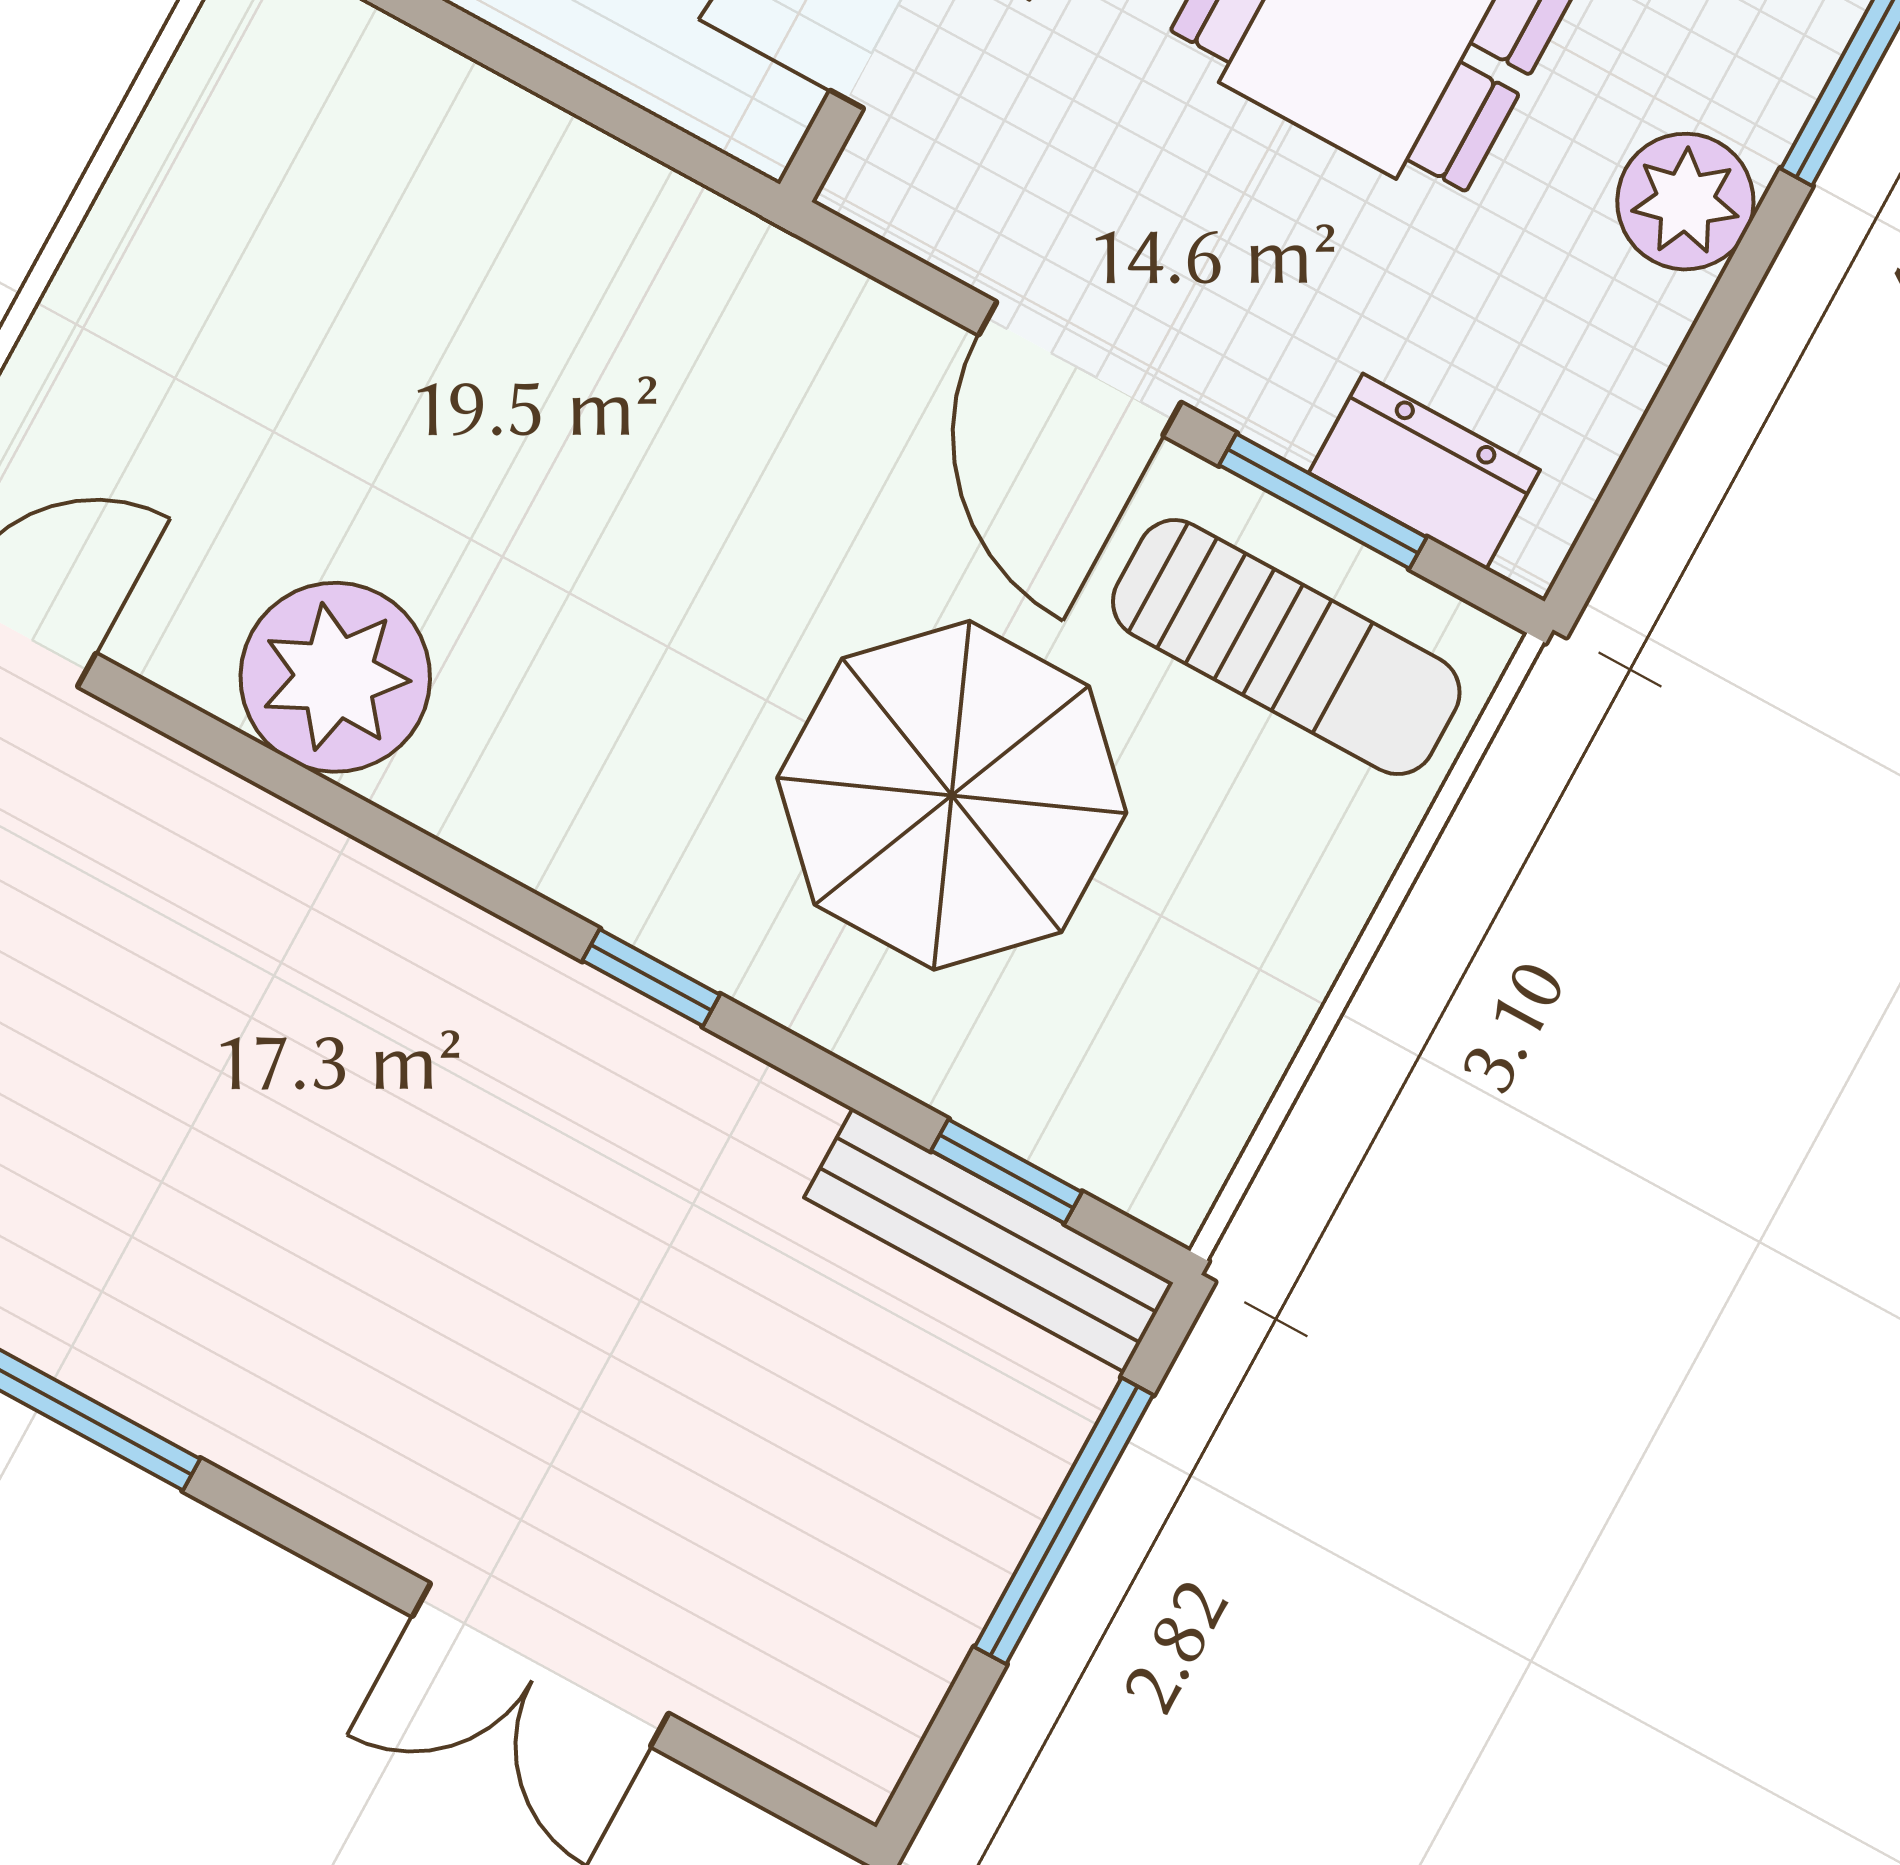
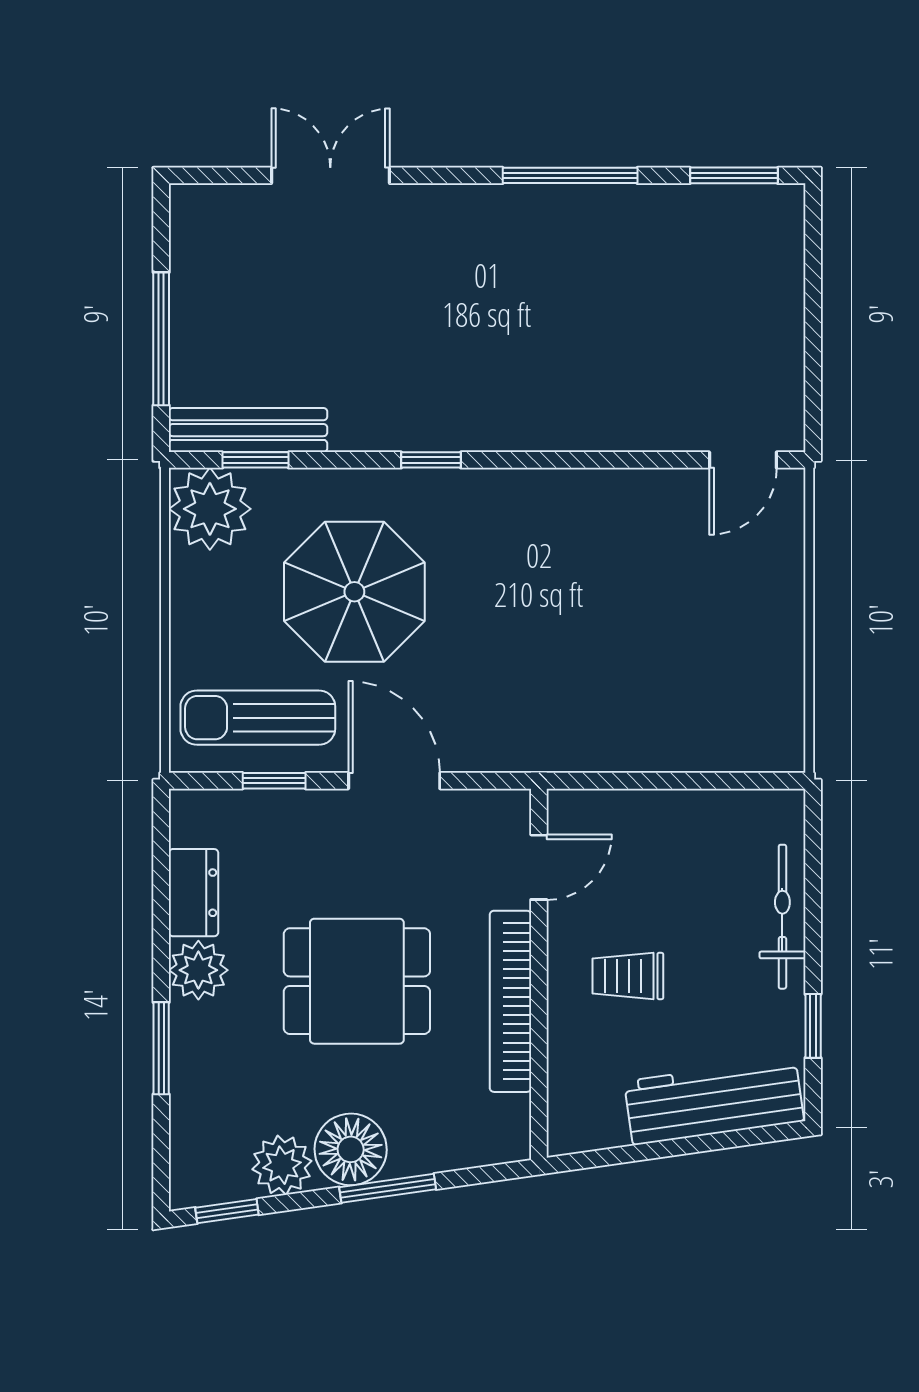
dresser: (1424, 471) -> (194, 893), moved, turned -90
window: (1323, 501) -> (274, 781), width x0.67
plant: (335, 677) -> (210, 509), moved

